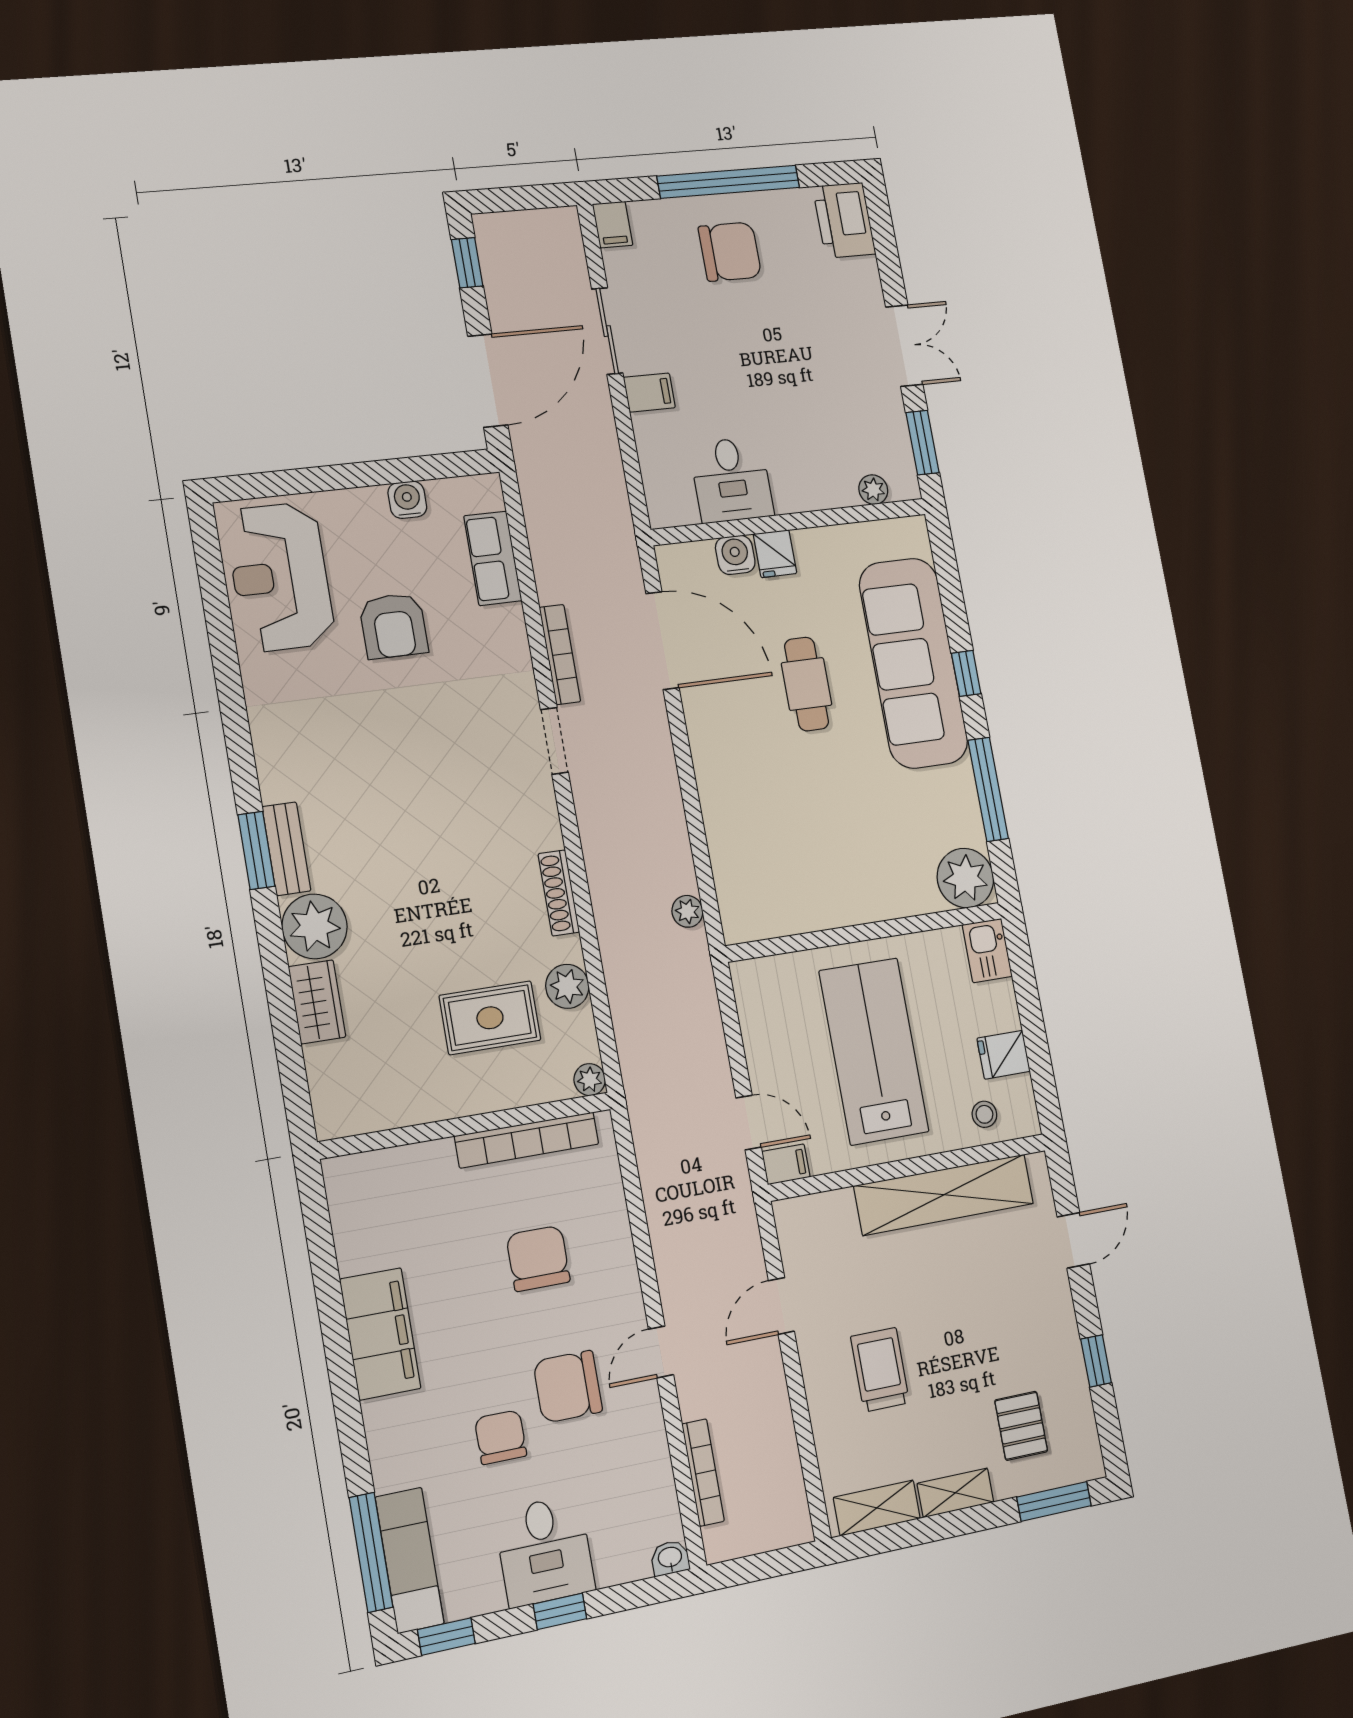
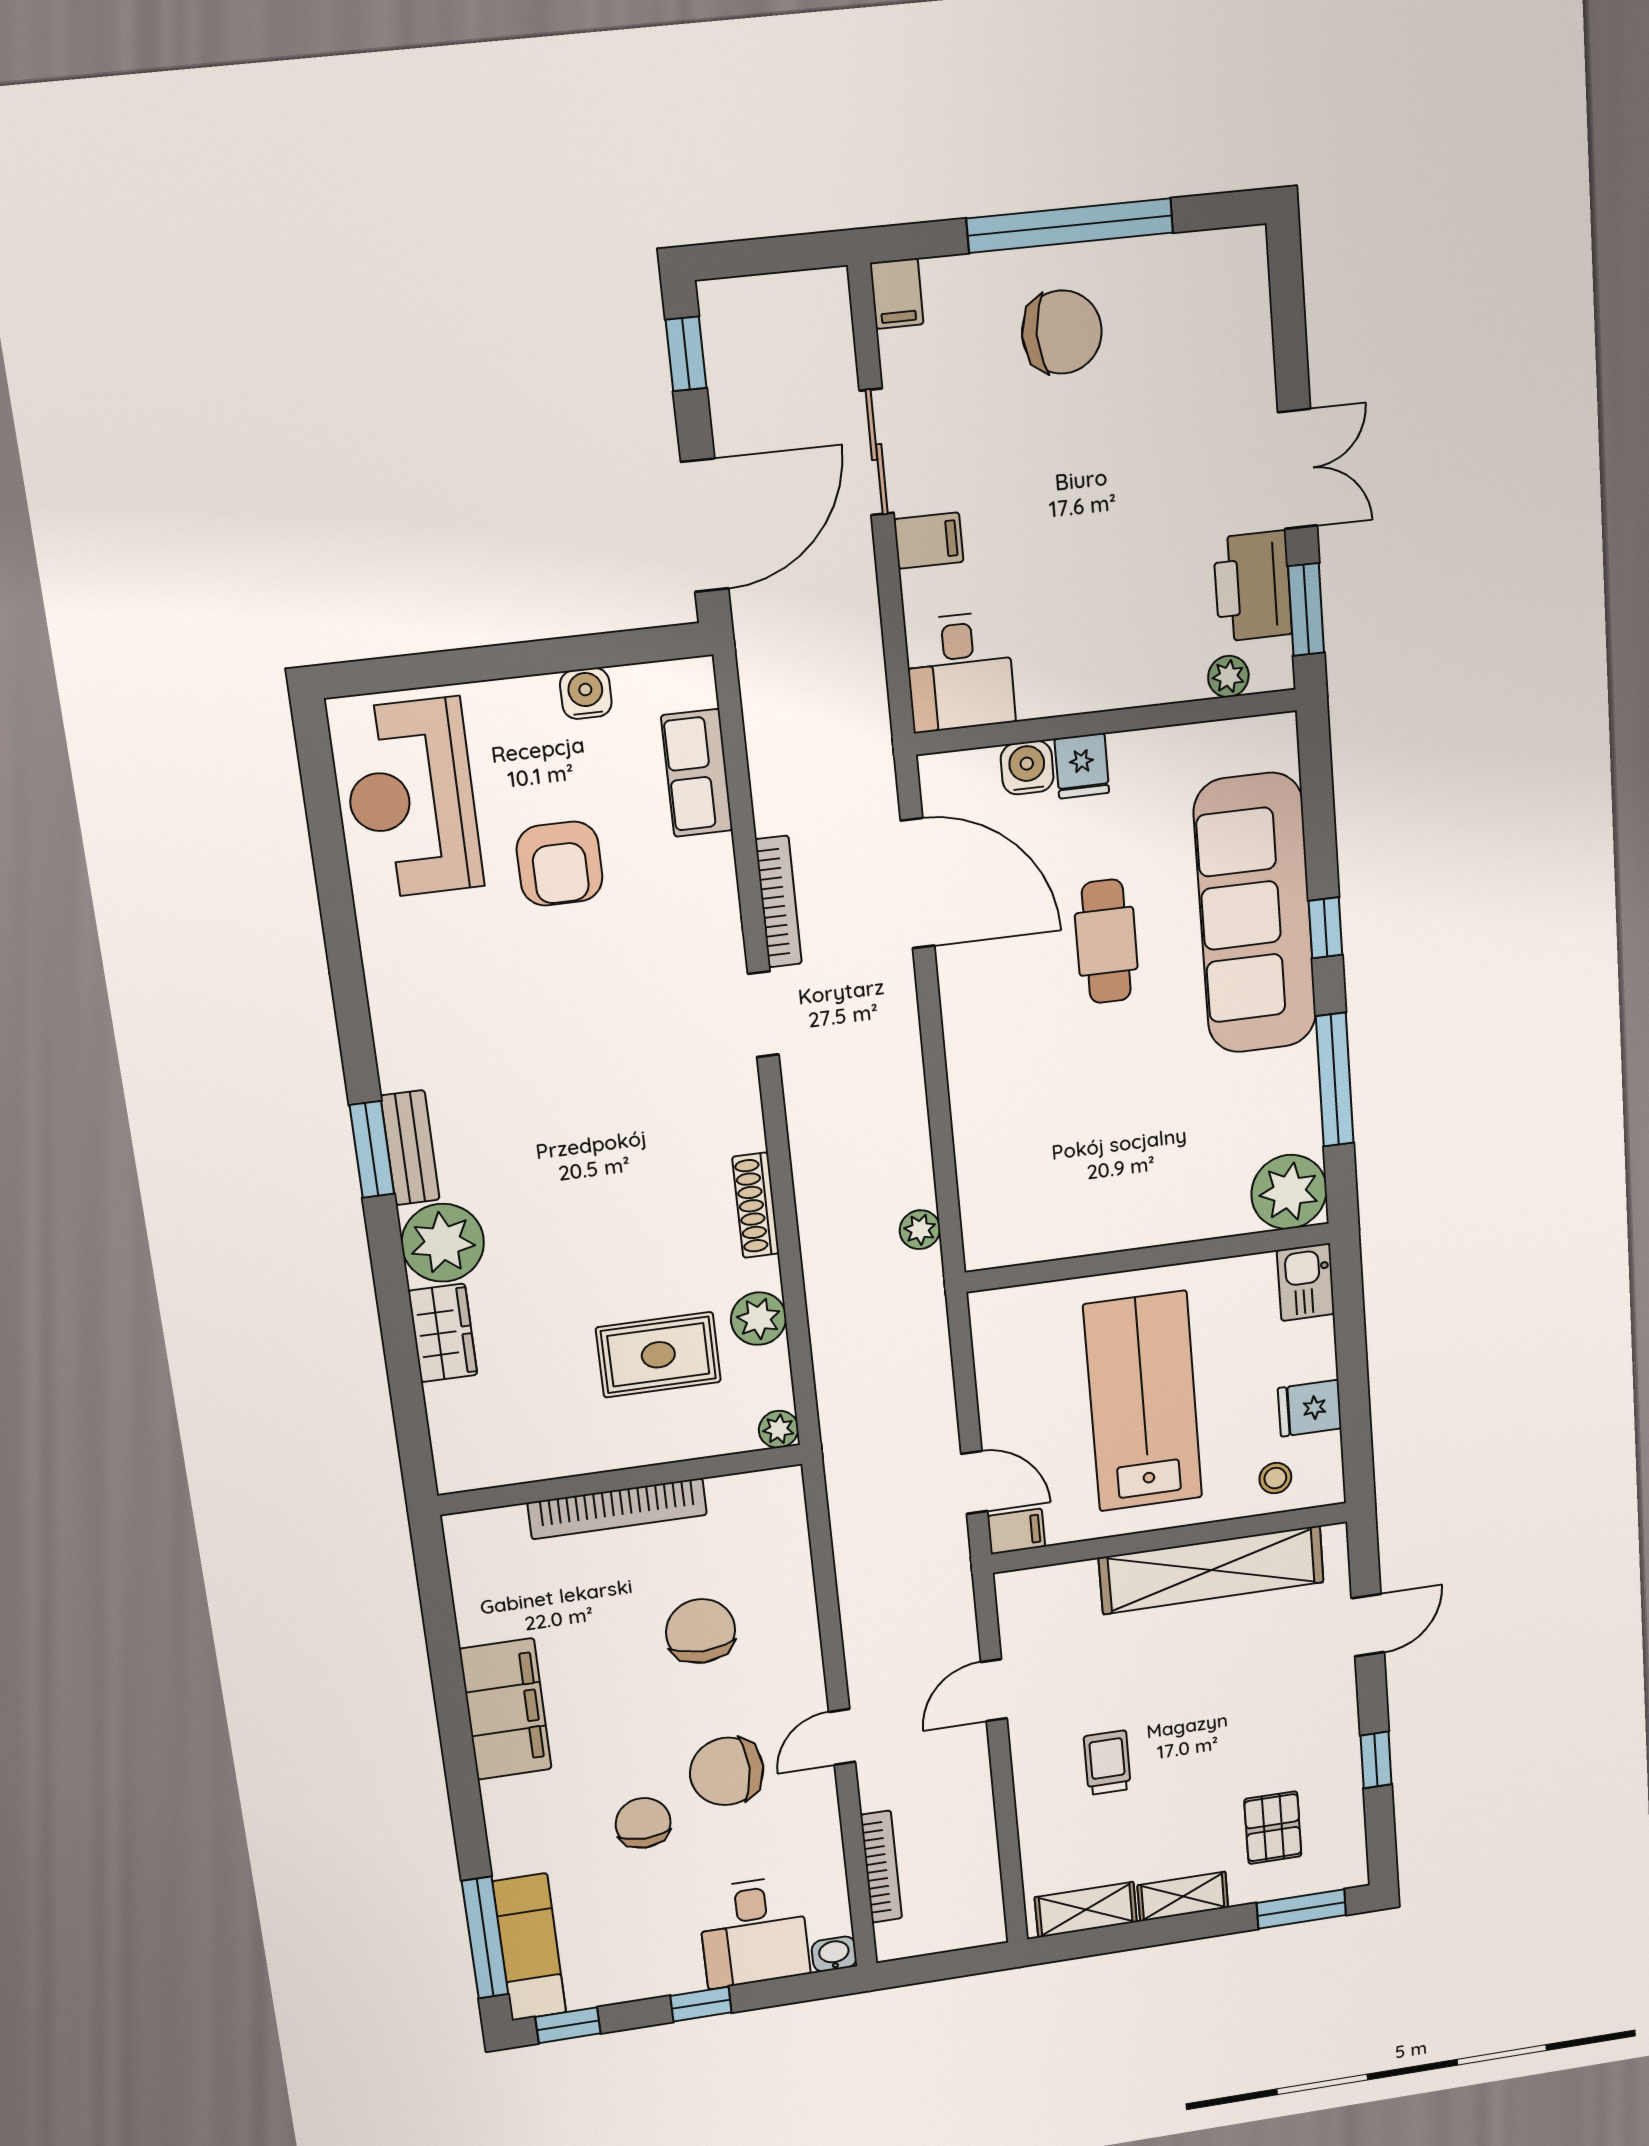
printer: (844, 220) -> (1253, 586), moved
desk: (731, 480) -> (960, 672), moved
bookcase: (527, 1140) -> (617, 1509), moved
trolley: (880, 1370) -> (1107, 1763), width x0.73, depth x0.72
desk: (545, 1551) -> (754, 1932), moved

